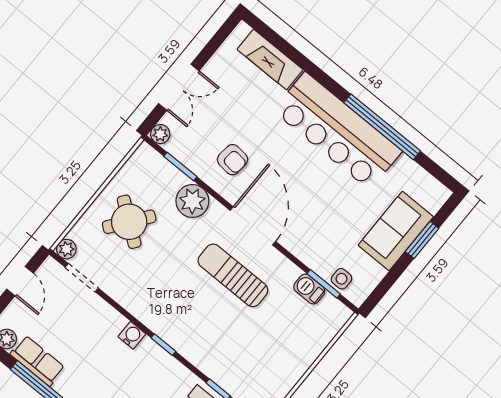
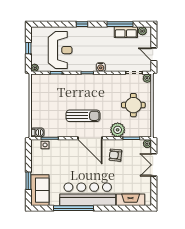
round table: (129, 222) -> (133, 105), turned -37
sofa: (396, 231) -> (40, 190), moved
barbecue: (309, 289) -> (37, 132), moved

